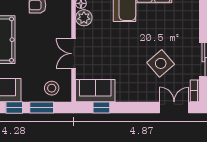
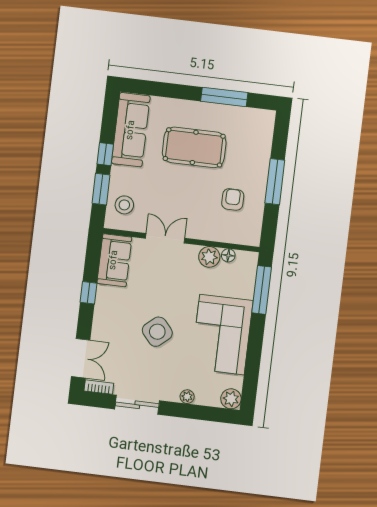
plant: (194, 22) -> (187, 397), added
side table: (161, 63) -> (157, 332), moved
window: (101, 108) -> (89, 293), moved

